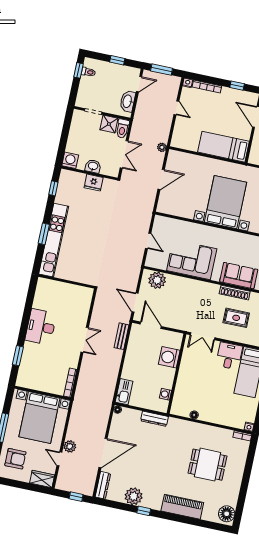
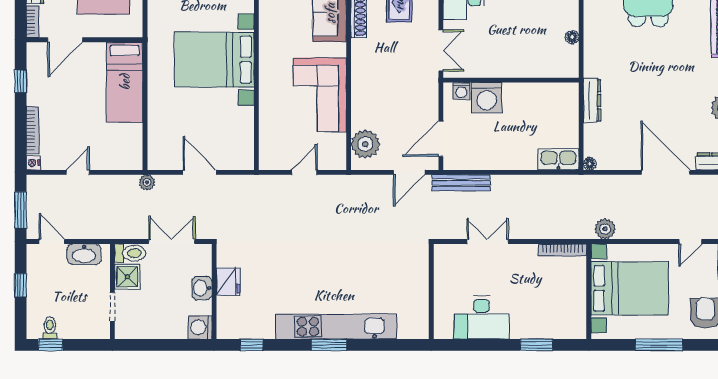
wall: (66, 281) -> (431, 291), moved
bench: (121, 336) -> (461, 183), width x1.36
washing machine: (165, 394) -> (461, 91), moved
plant: (70, 446) -> (605, 229), moved

